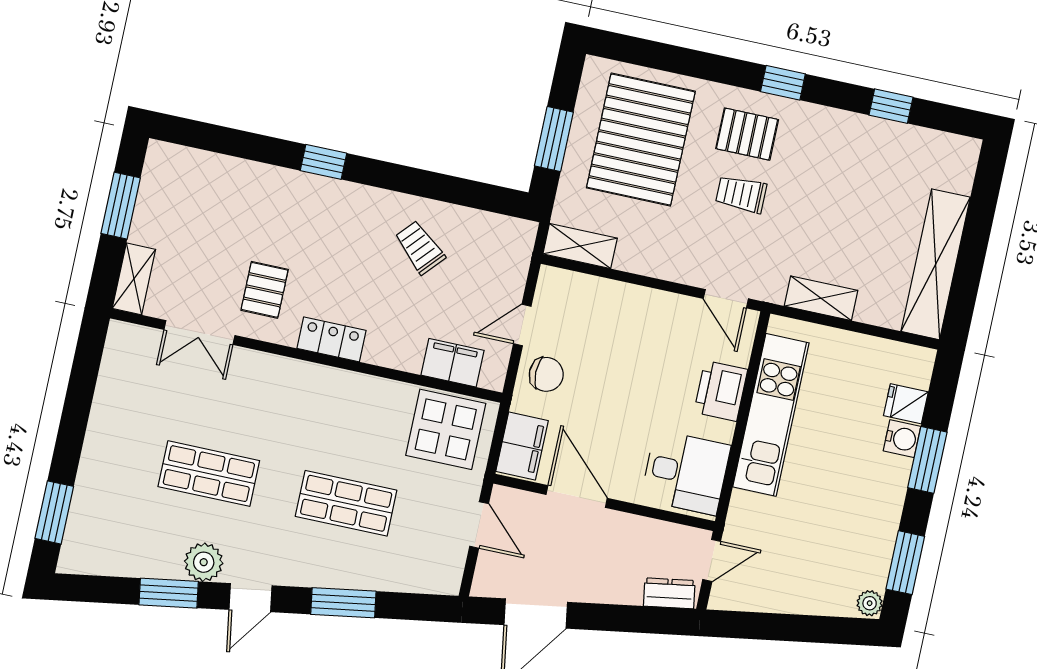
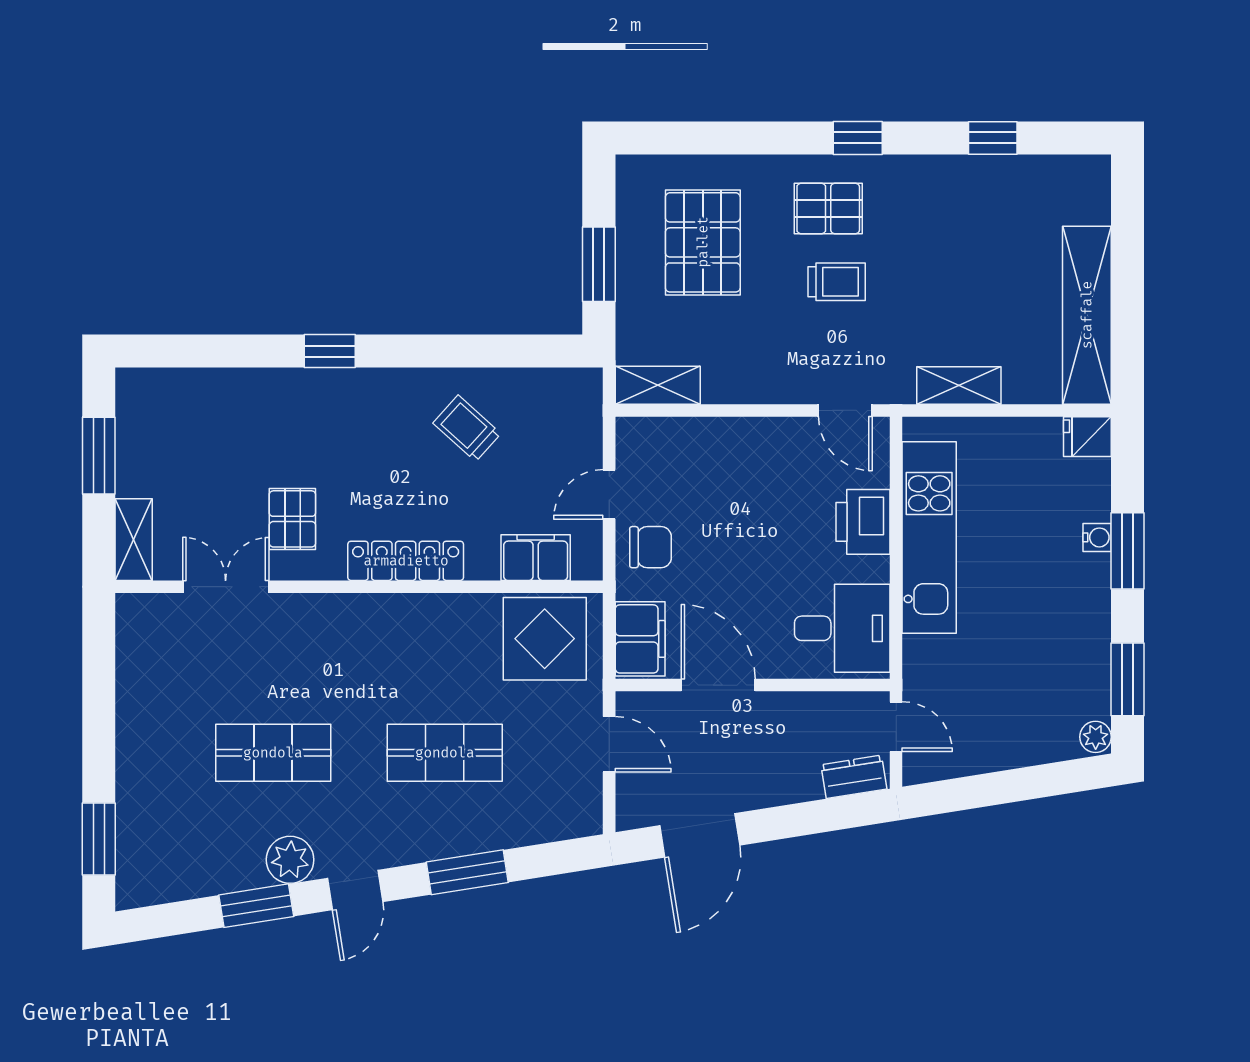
pallet: (641, 140) -> (703, 242), width x0.73, depth x0.71
trolley: (741, 194) -> (837, 282), turned 180
double door: (199, 333) -> (226, 587), swing flipped
locker: (331, 339) -> (406, 561), width x1.53
fridge: (906, 404) -> (1087, 437), moved
water cooler: (902, 439) -> (1097, 537), width x0.72, depth x0.72
door: (712, 560) -> (896, 727), hinge flipped

